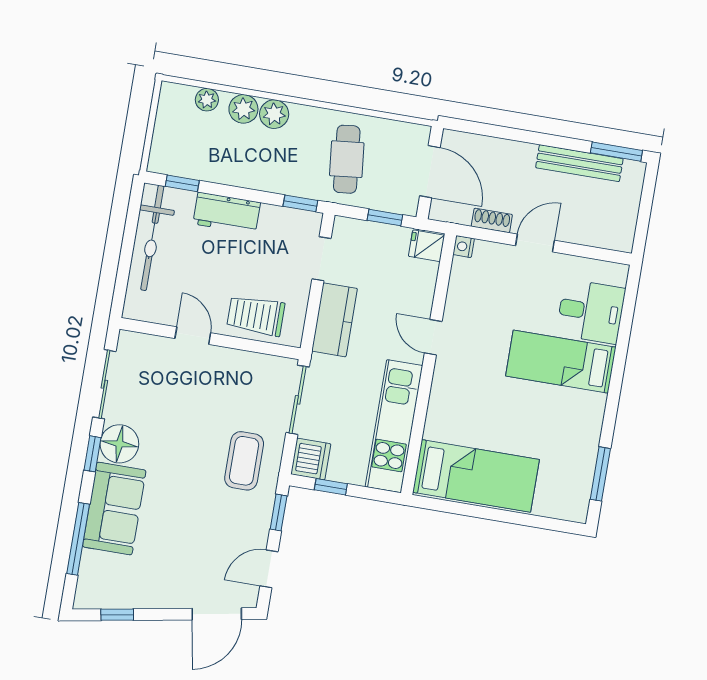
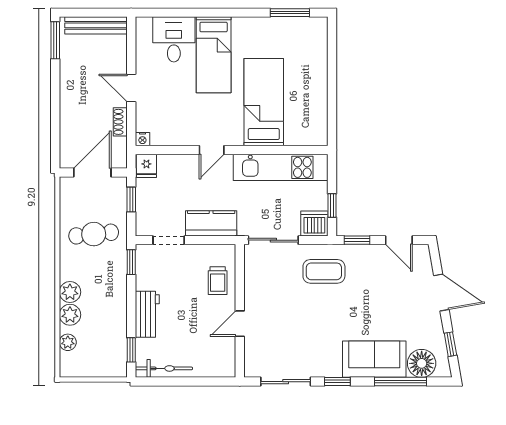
bench: (579, 163) -> (96, 25), moved, turned 90
bicycle: (152, 238) -> (164, 368), width x0.73, depth x0.71
trolley: (256, 316) -> (218, 281), width x0.73, depth x0.72
floor lamp: (119, 444) -> (422, 363), moved
bed: (476, 476) -> (264, 102), moved
door: (217, 614) -> (441, 292), moved

